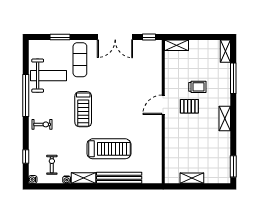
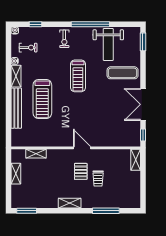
window: (60, 37) -> (143, 42), moved
shelving: (225, 51) -> (36, 154), moved
treadmill: (83, 109) -> (78, 76), turned -90

